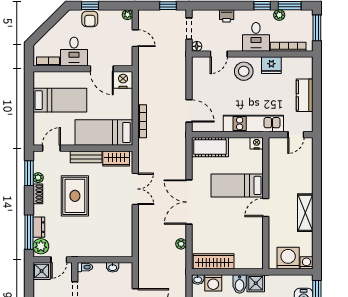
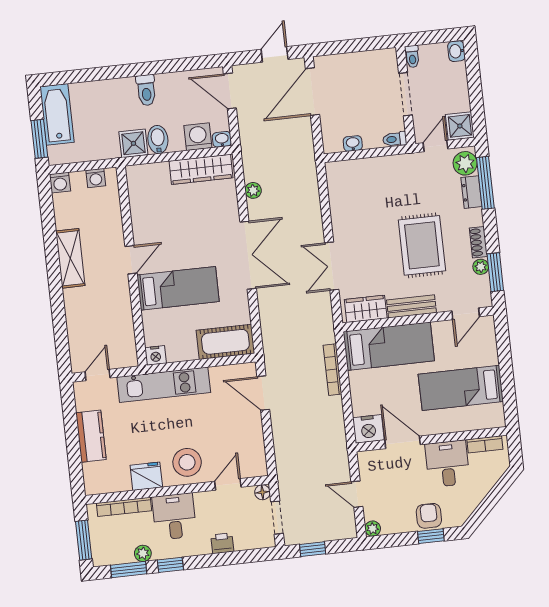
washing machine: (288, 258) -> (96, 178), width x0.53, depth x0.53

